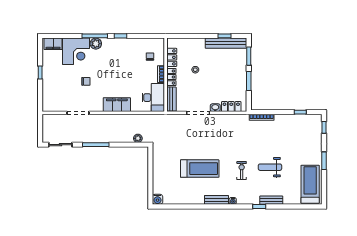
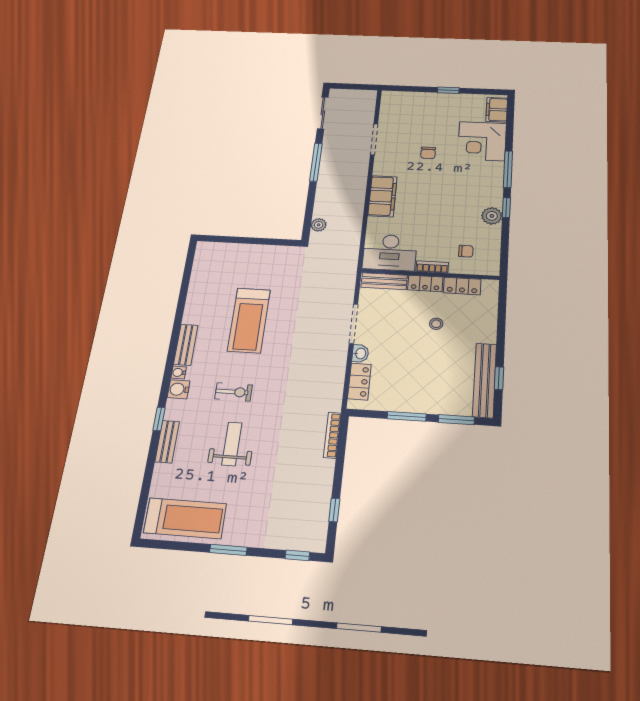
plant: (96, 44) -> (492, 216), moved
water cooler: (158, 199) -> (179, 389), moved

